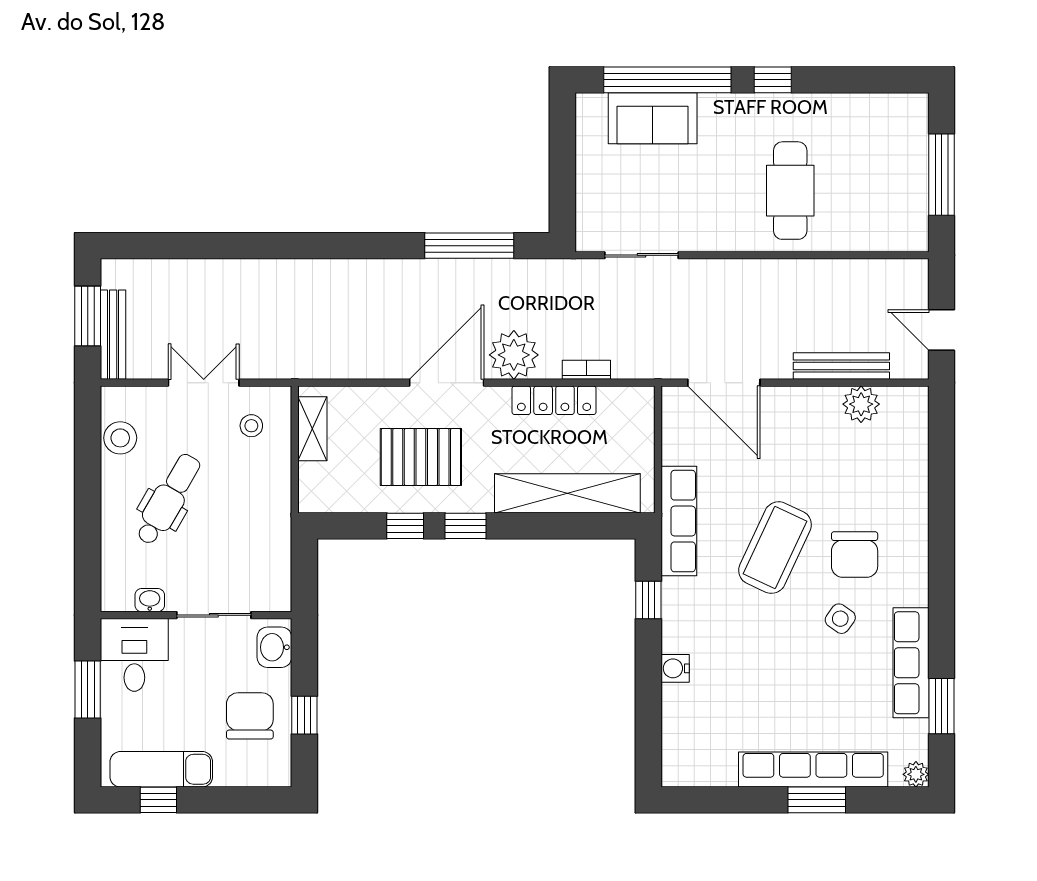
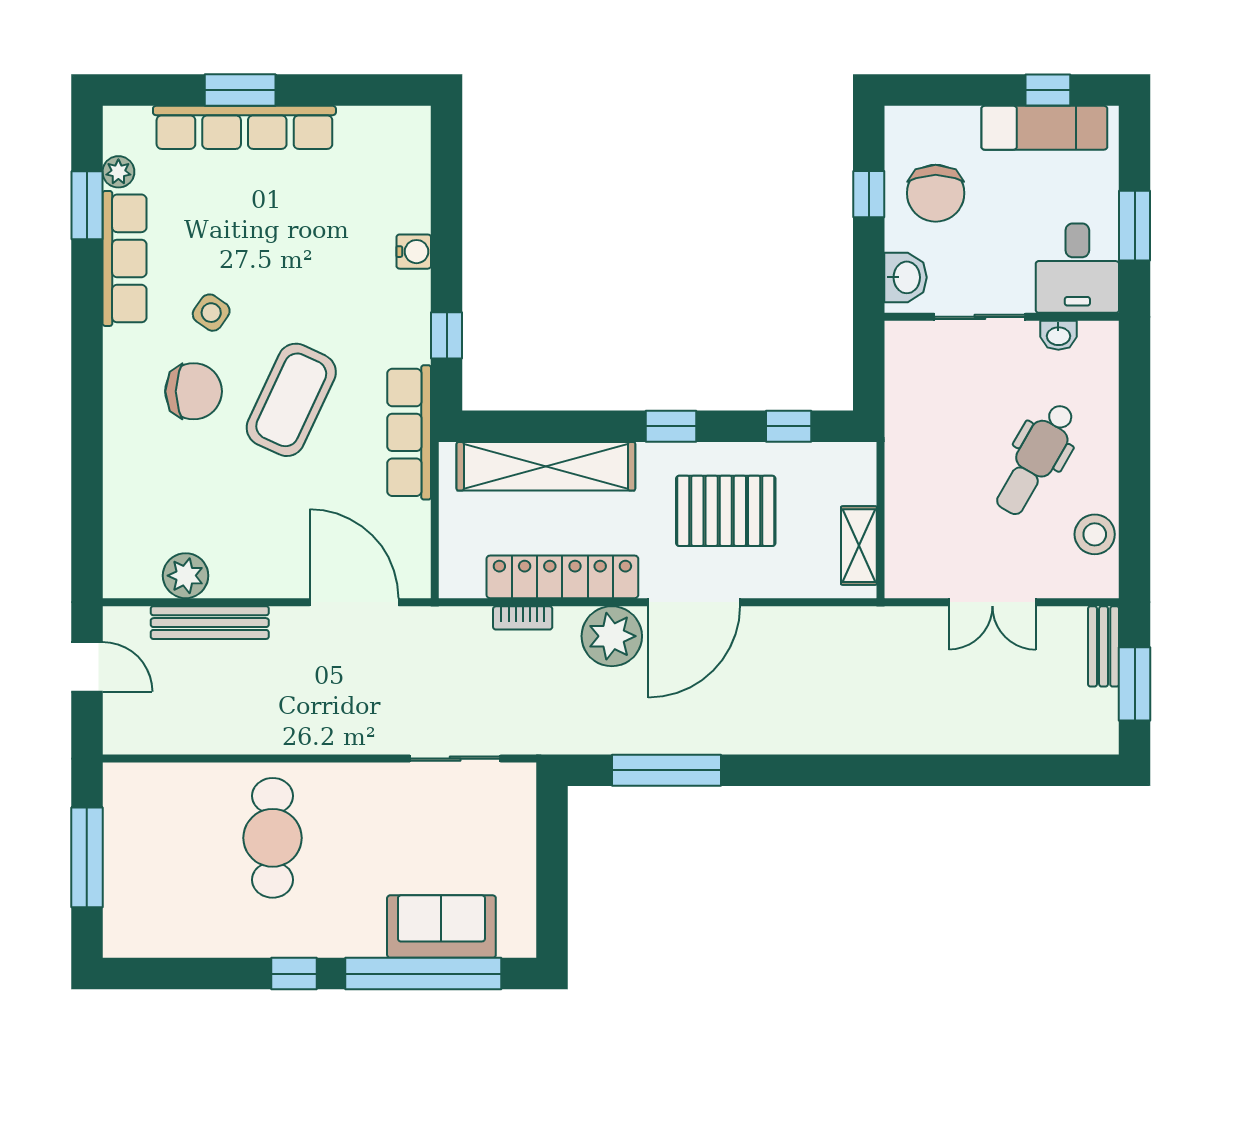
bench: (113, 335) -> (1104, 646), width x0.73
locker: (554, 400) -> (562, 577), width x1.41, depth x1.21
stool: (251, 426) -> (934, 549), removed
window: (405, 526) -> (789, 426), moved
chair: (855, 555) -> (194, 391), turned 90
plant: (916, 774) -> (118, 172), moved

